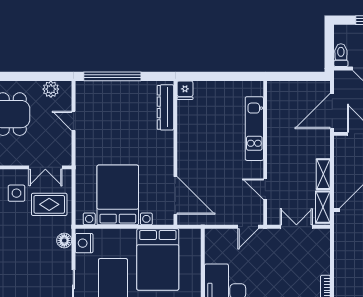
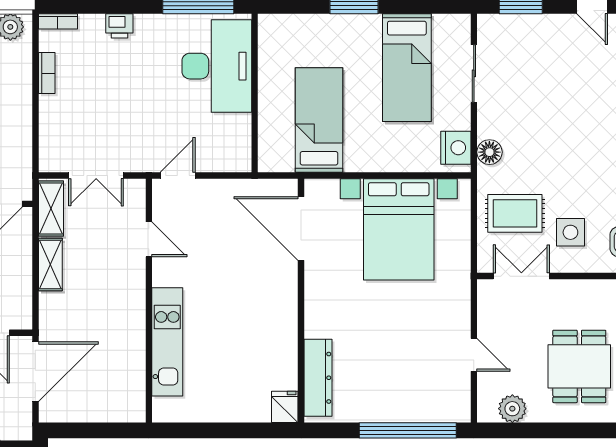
bed: (158, 259) -> (319, 120), width x0.67

